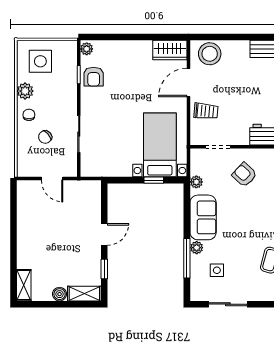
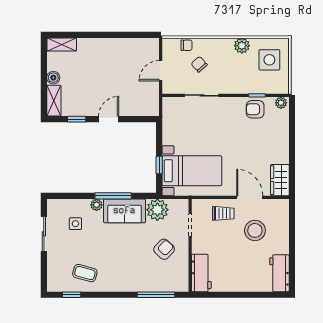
stool: (210, 54) -> (255, 230), moved
trolley: (206, 111) -> (223, 213), turned -95
chair: (29, 115) -> (187, 45), moved
plant: (196, 182) -> (157, 210), width x1.87, depth x1.87
door: (104, 234) -> (109, 119), swing flipped
window: (187, 258) -> (113, 196), moved

